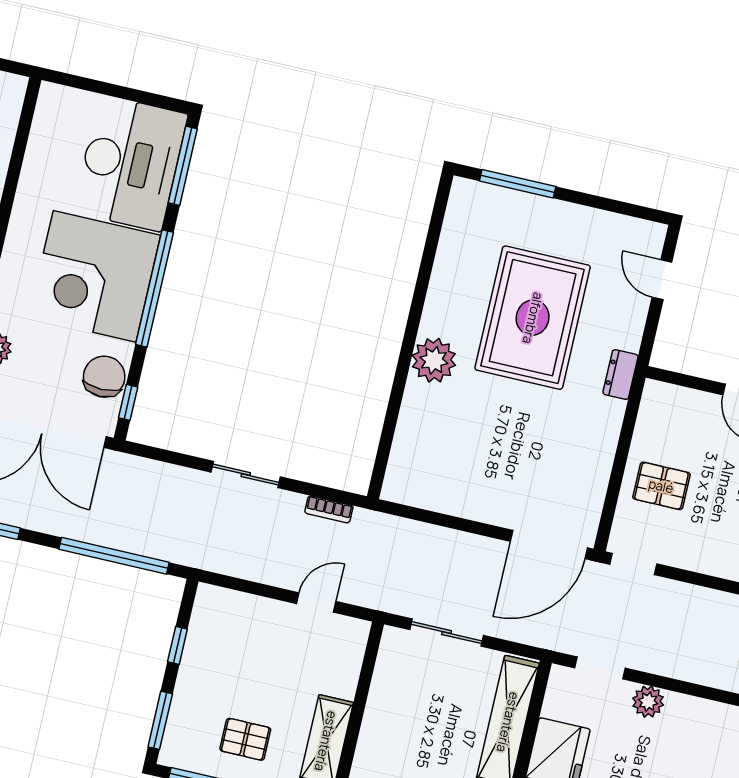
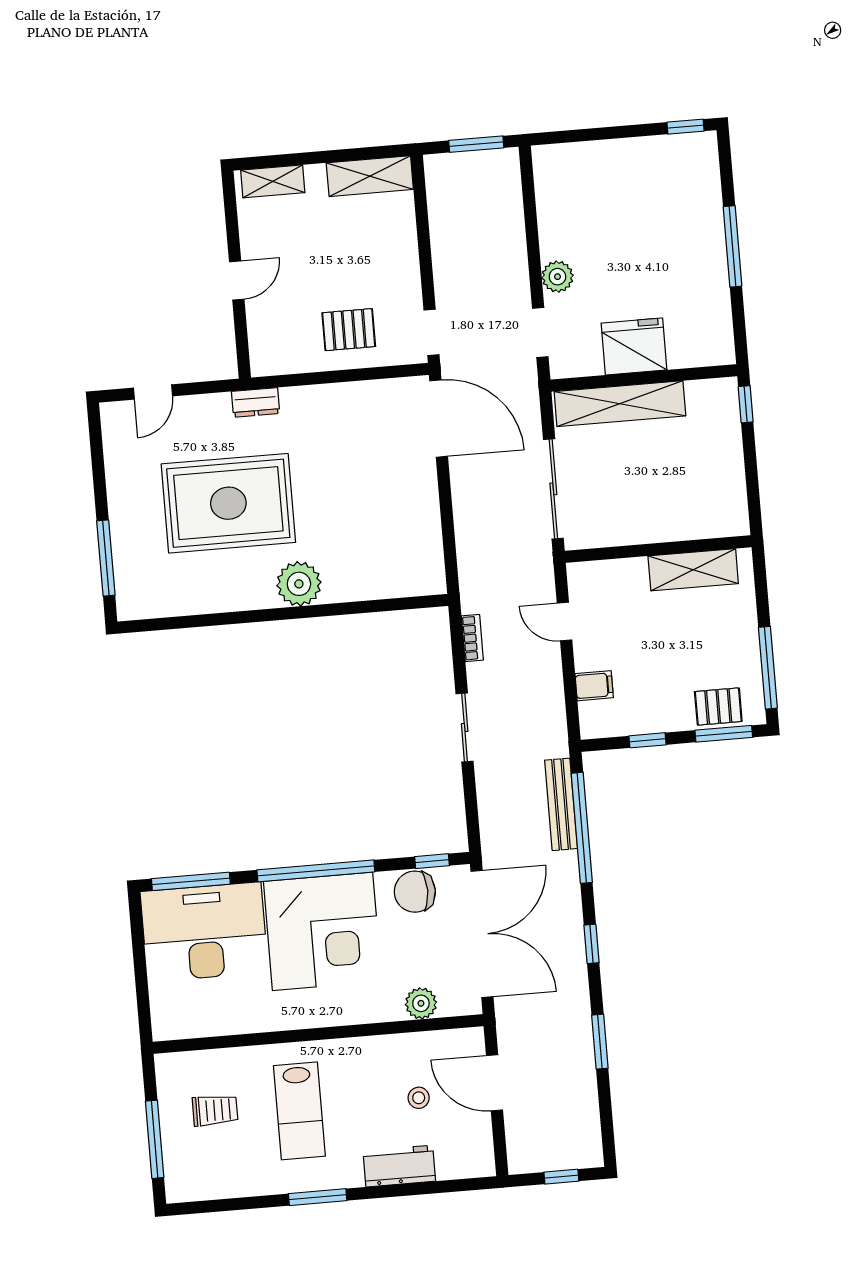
pallet: (661, 486) -> (349, 330), turned 90
bench: (143, 543) -> (561, 804), added
filing cabinet: (246, 611) -> (594, 686), added
sliding door: (447, 633) -> (553, 489), width x1.37
pallet: (245, 739) -> (718, 707), moved, turned 90

